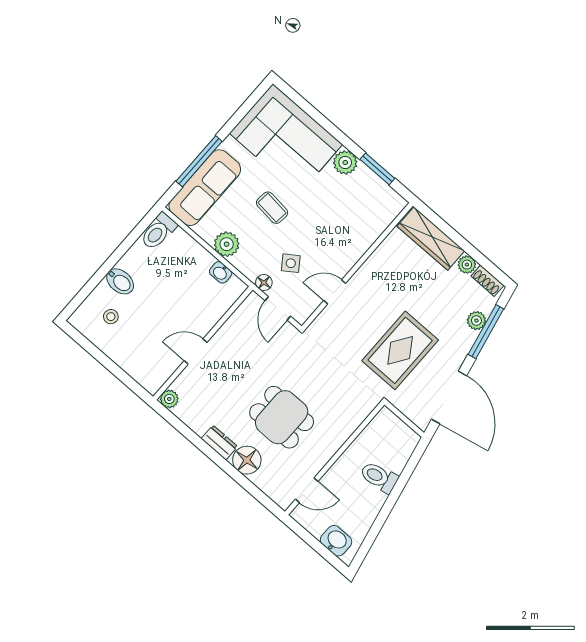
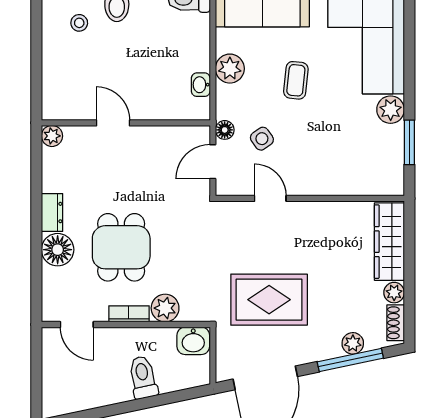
plant: (346, 423) -> (165, 308), added
bookcase: (330, 450) -> (129, 314), added
washbasin: (336, 541) -> (193, 341), moved, turned 90

